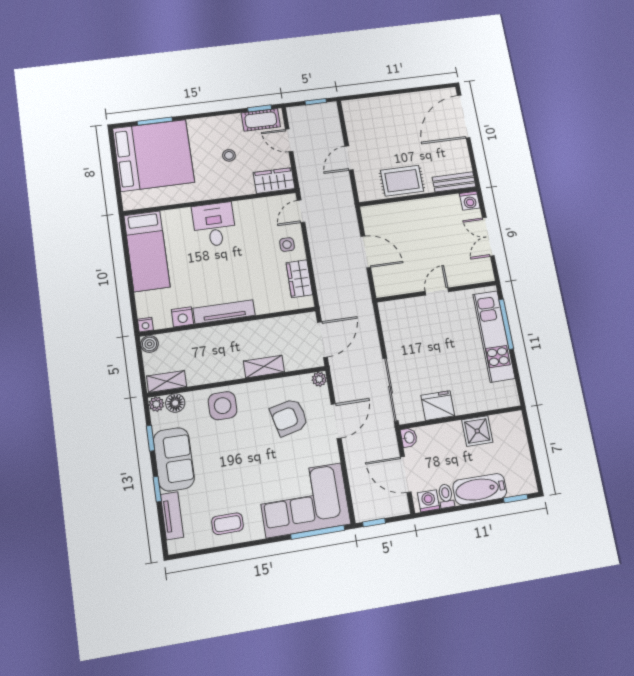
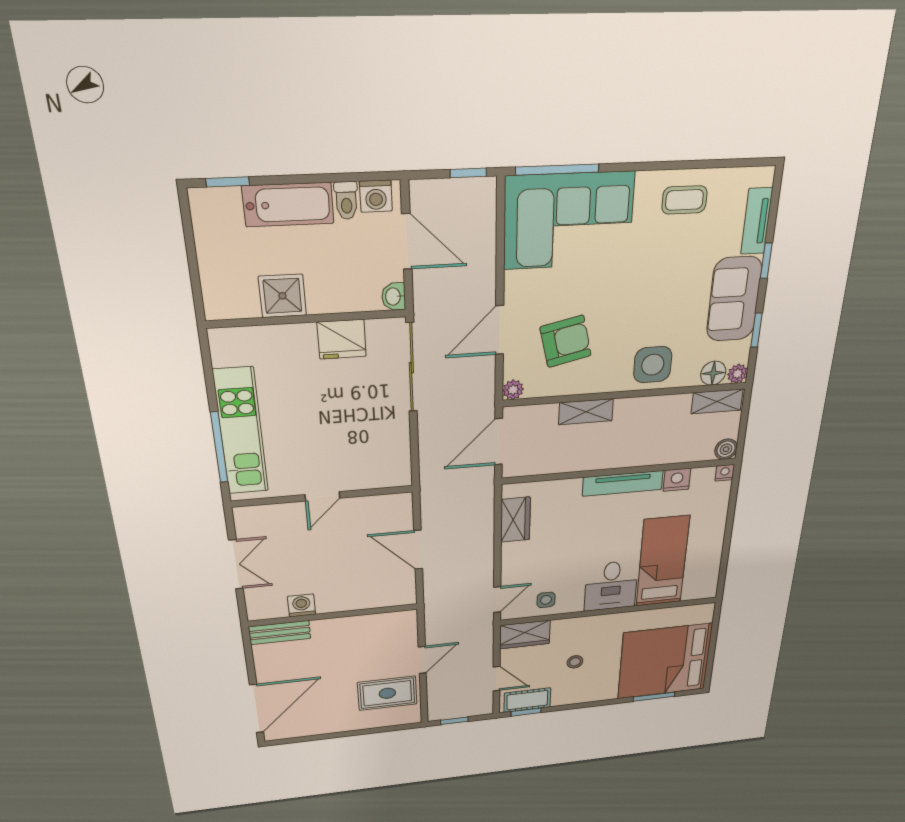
rug: (402, 181) -> (387, 693), moved
washing machine: (470, 201) -> (302, 605), moved
side table: (287, 245) -> (546, 600), moved
bed: (147, 251) -> (663, 561), moved

